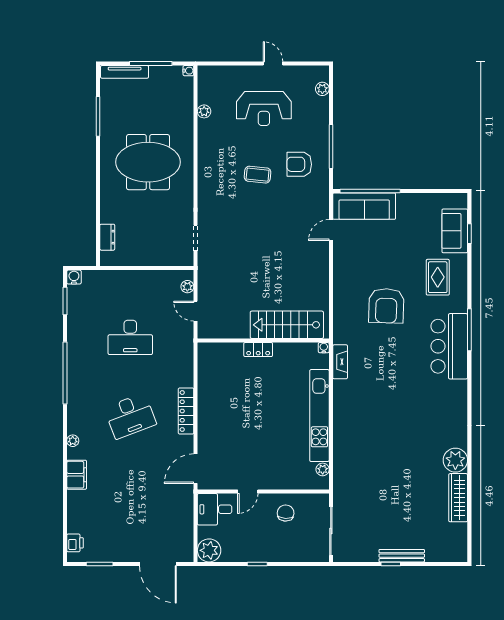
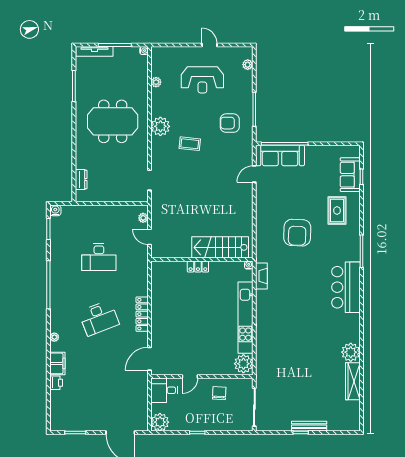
plant: (210, 168) -> (160, 126), added
coffee table: (258, 175) -> (190, 144), moved
bar counter: (449, 346) -> (346, 287), moved
plant: (323, 469) -> (243, 364), width x1.87, depth x1.87
printer: (75, 543) -> (56, 383), moved

